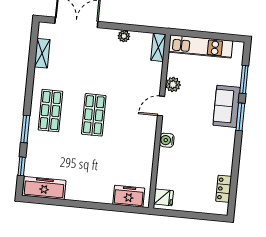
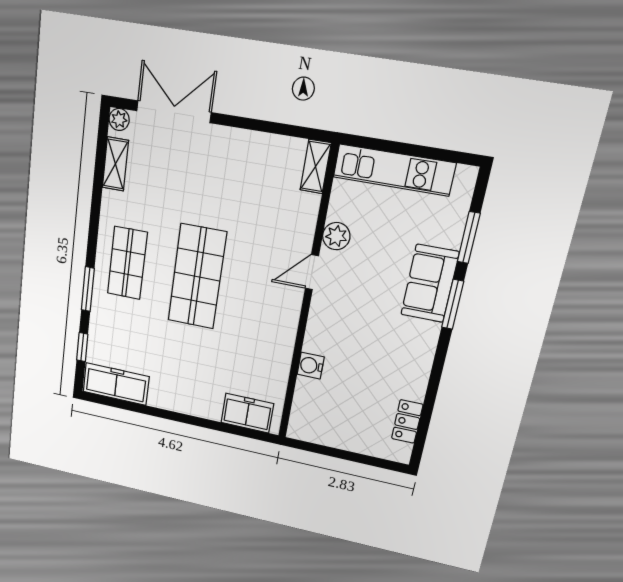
plant: (124, 36) -> (119, 119), moved
shop shelf: (94, 115) -> (197, 277), width x1.43, depth x1.36
water cooler: (167, 140) -> (311, 366), moved
fridge: (163, 197) -> (304, 422), removed

